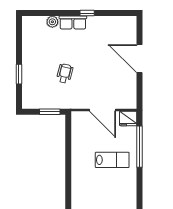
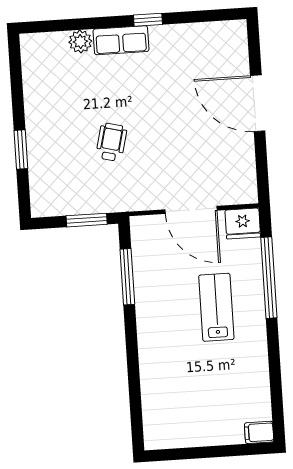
window: (68, 142) -> (127, 277), added
lab bench: (112, 160) -> (216, 307), turned -90

